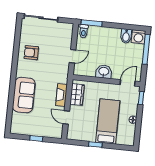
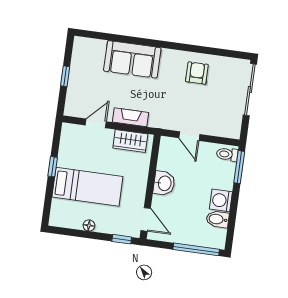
washing machine: (139, 37) -> (221, 200), moved

